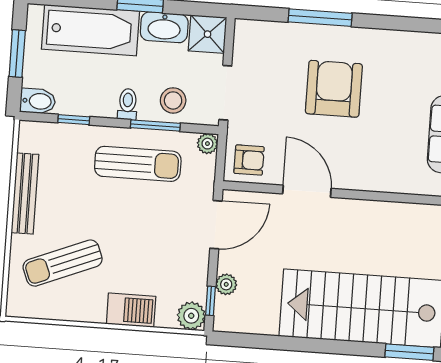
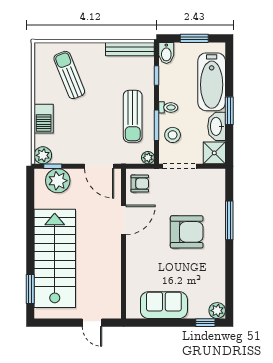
armchair: (249, 160) -> (140, 184), turned -90
bench: (25, 194) -> (130, 49), moved
plant: (226, 284) -> (58, 181), width x1.87, depth x1.87

